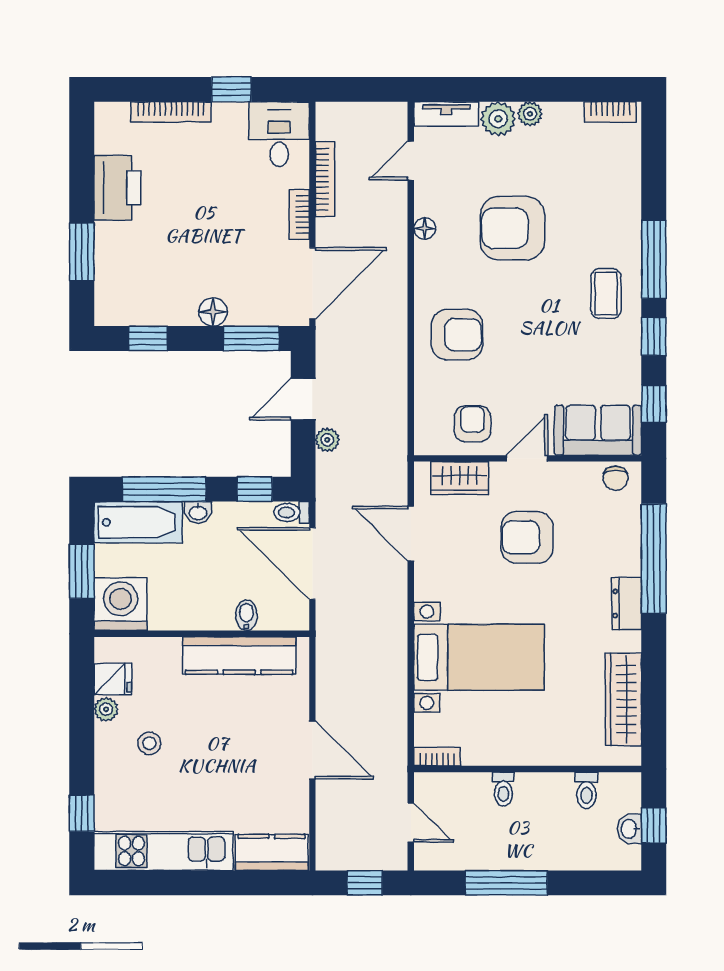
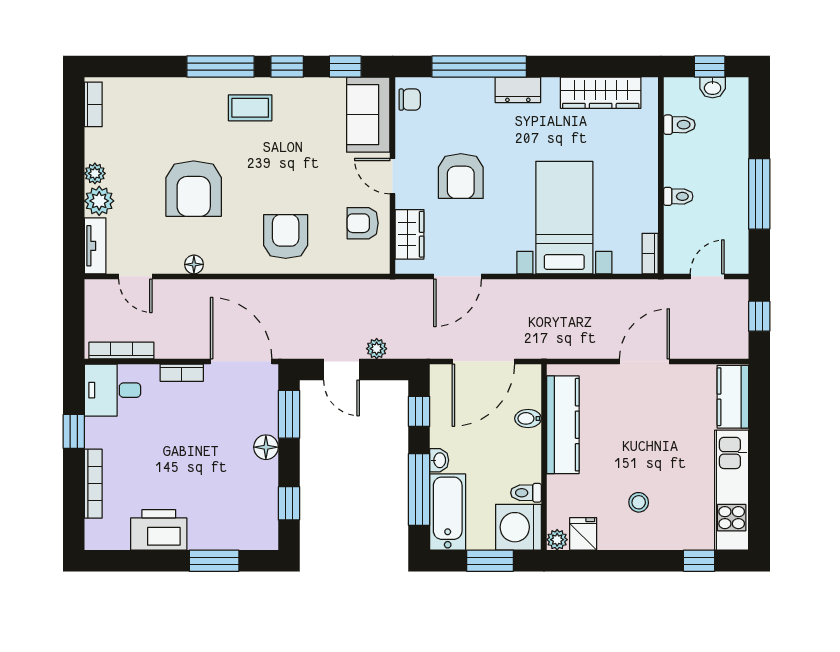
bookcase: (325, 179) -> (121, 350), moved
toilet: (292, 512) -> (526, 493), moved, turned 90
plant: (106, 709) -> (557, 540), moved

